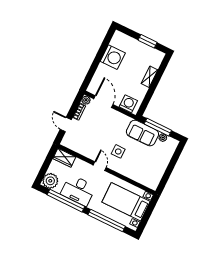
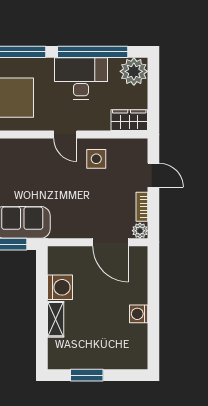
washing machine: (113, 57) -> (139, 314), width x0.53, depth x0.53
washing machine: (128, 104) -> (60, 287), moved, turned -90
side table: (118, 151) -> (96, 159), moved

